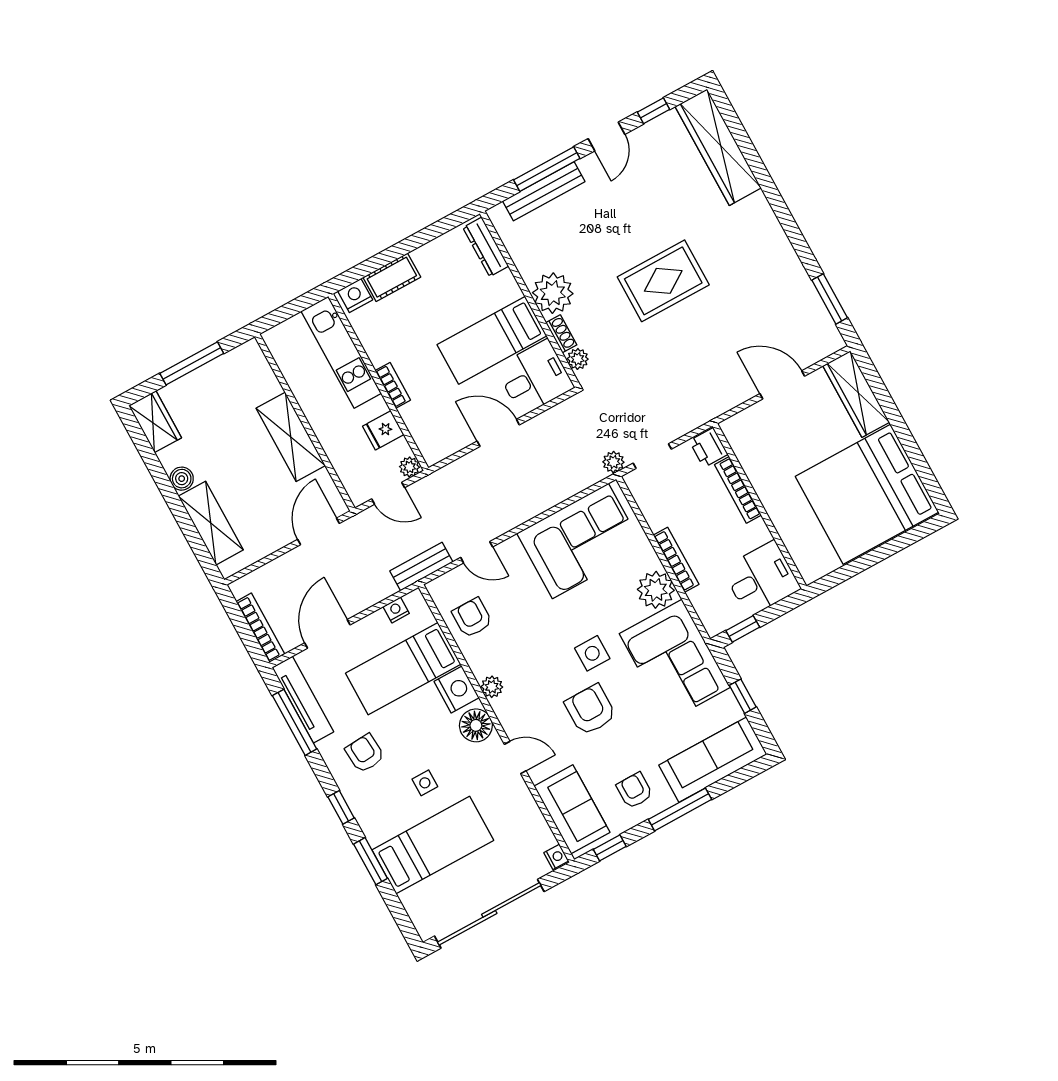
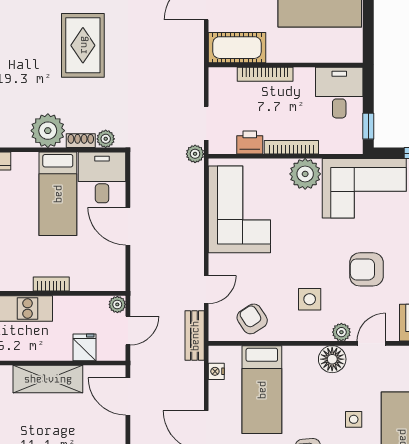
fridge: (383, 430) -> (84, 347), moved, turned 180
door: (498, 433) -> (128, 226), hinge flipped
cot: (750, 445) -> (237, 48), added
printer: (708, 448) -> (250, 143), moved, turned 180
armchair: (472, 618) -> (252, 319), turned 57
side table: (592, 653) -> (310, 299), moved
plant: (492, 687) -> (341, 332), moved
nightstand: (457, 689) -> (298, 359), removed

